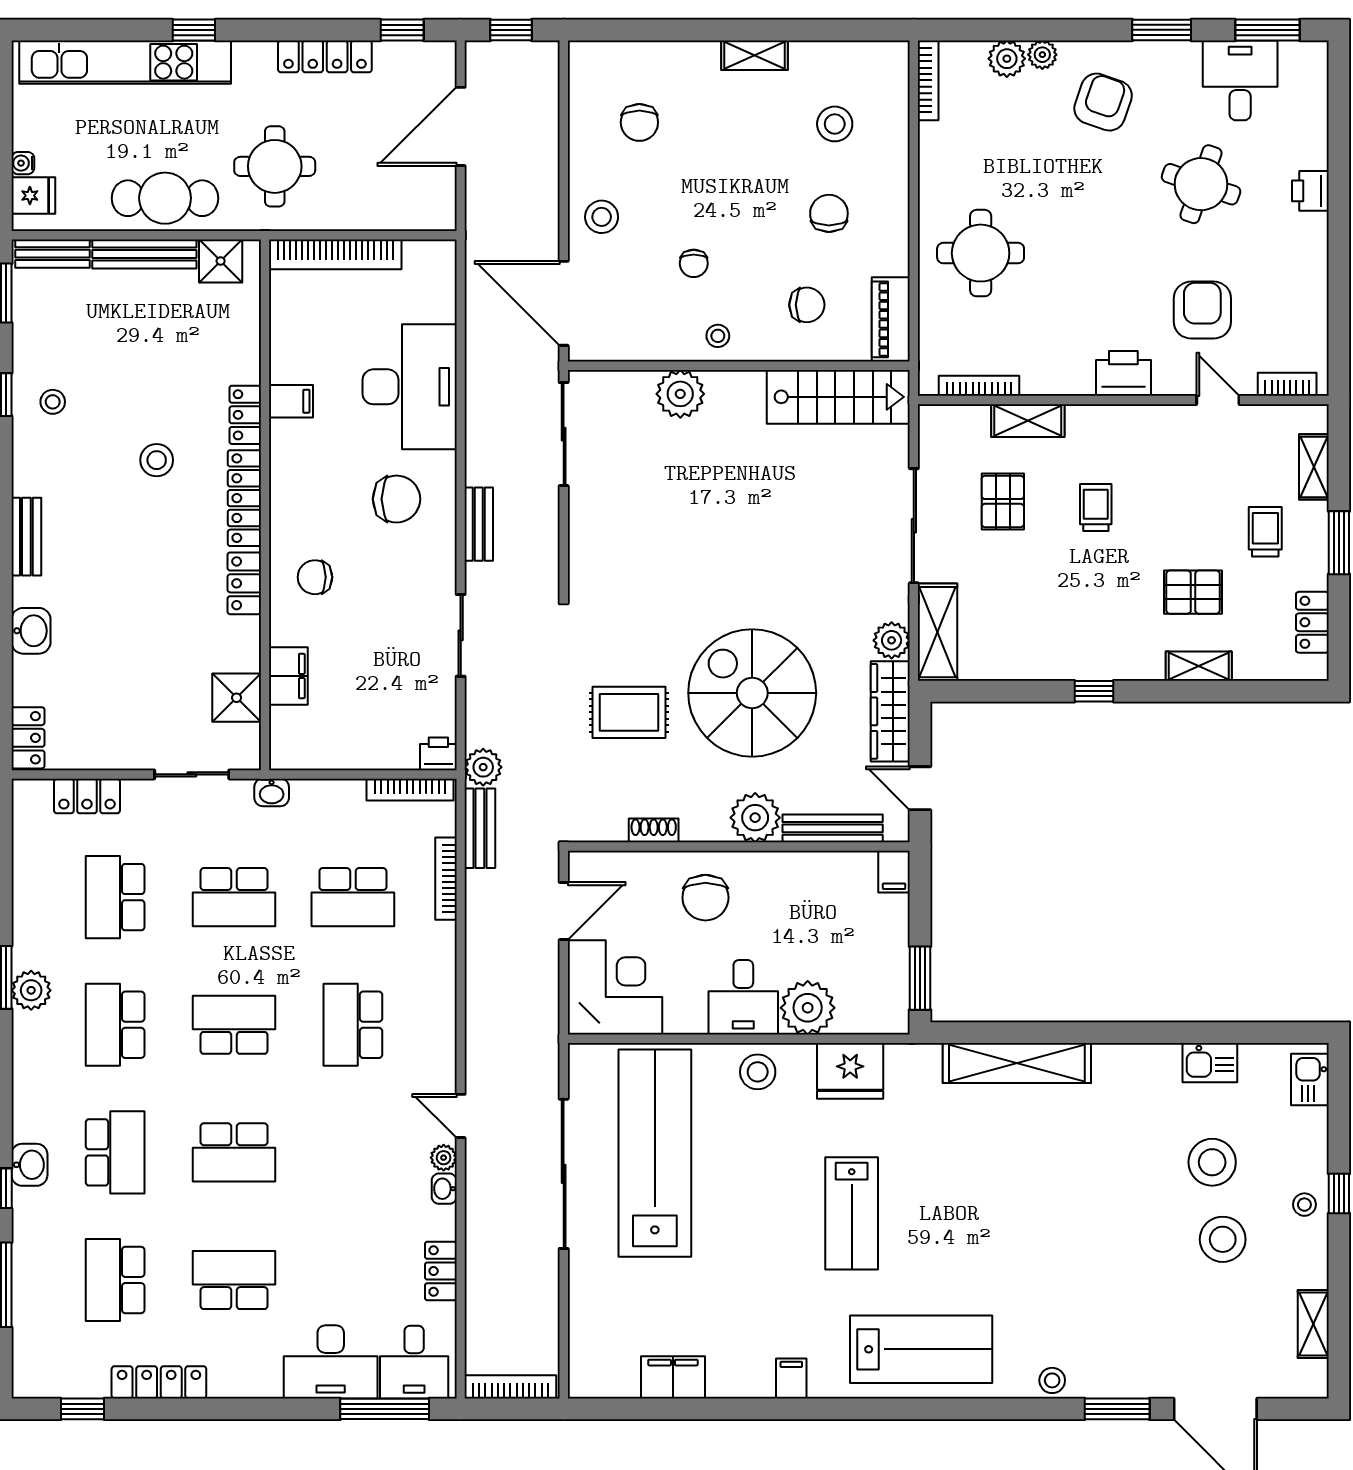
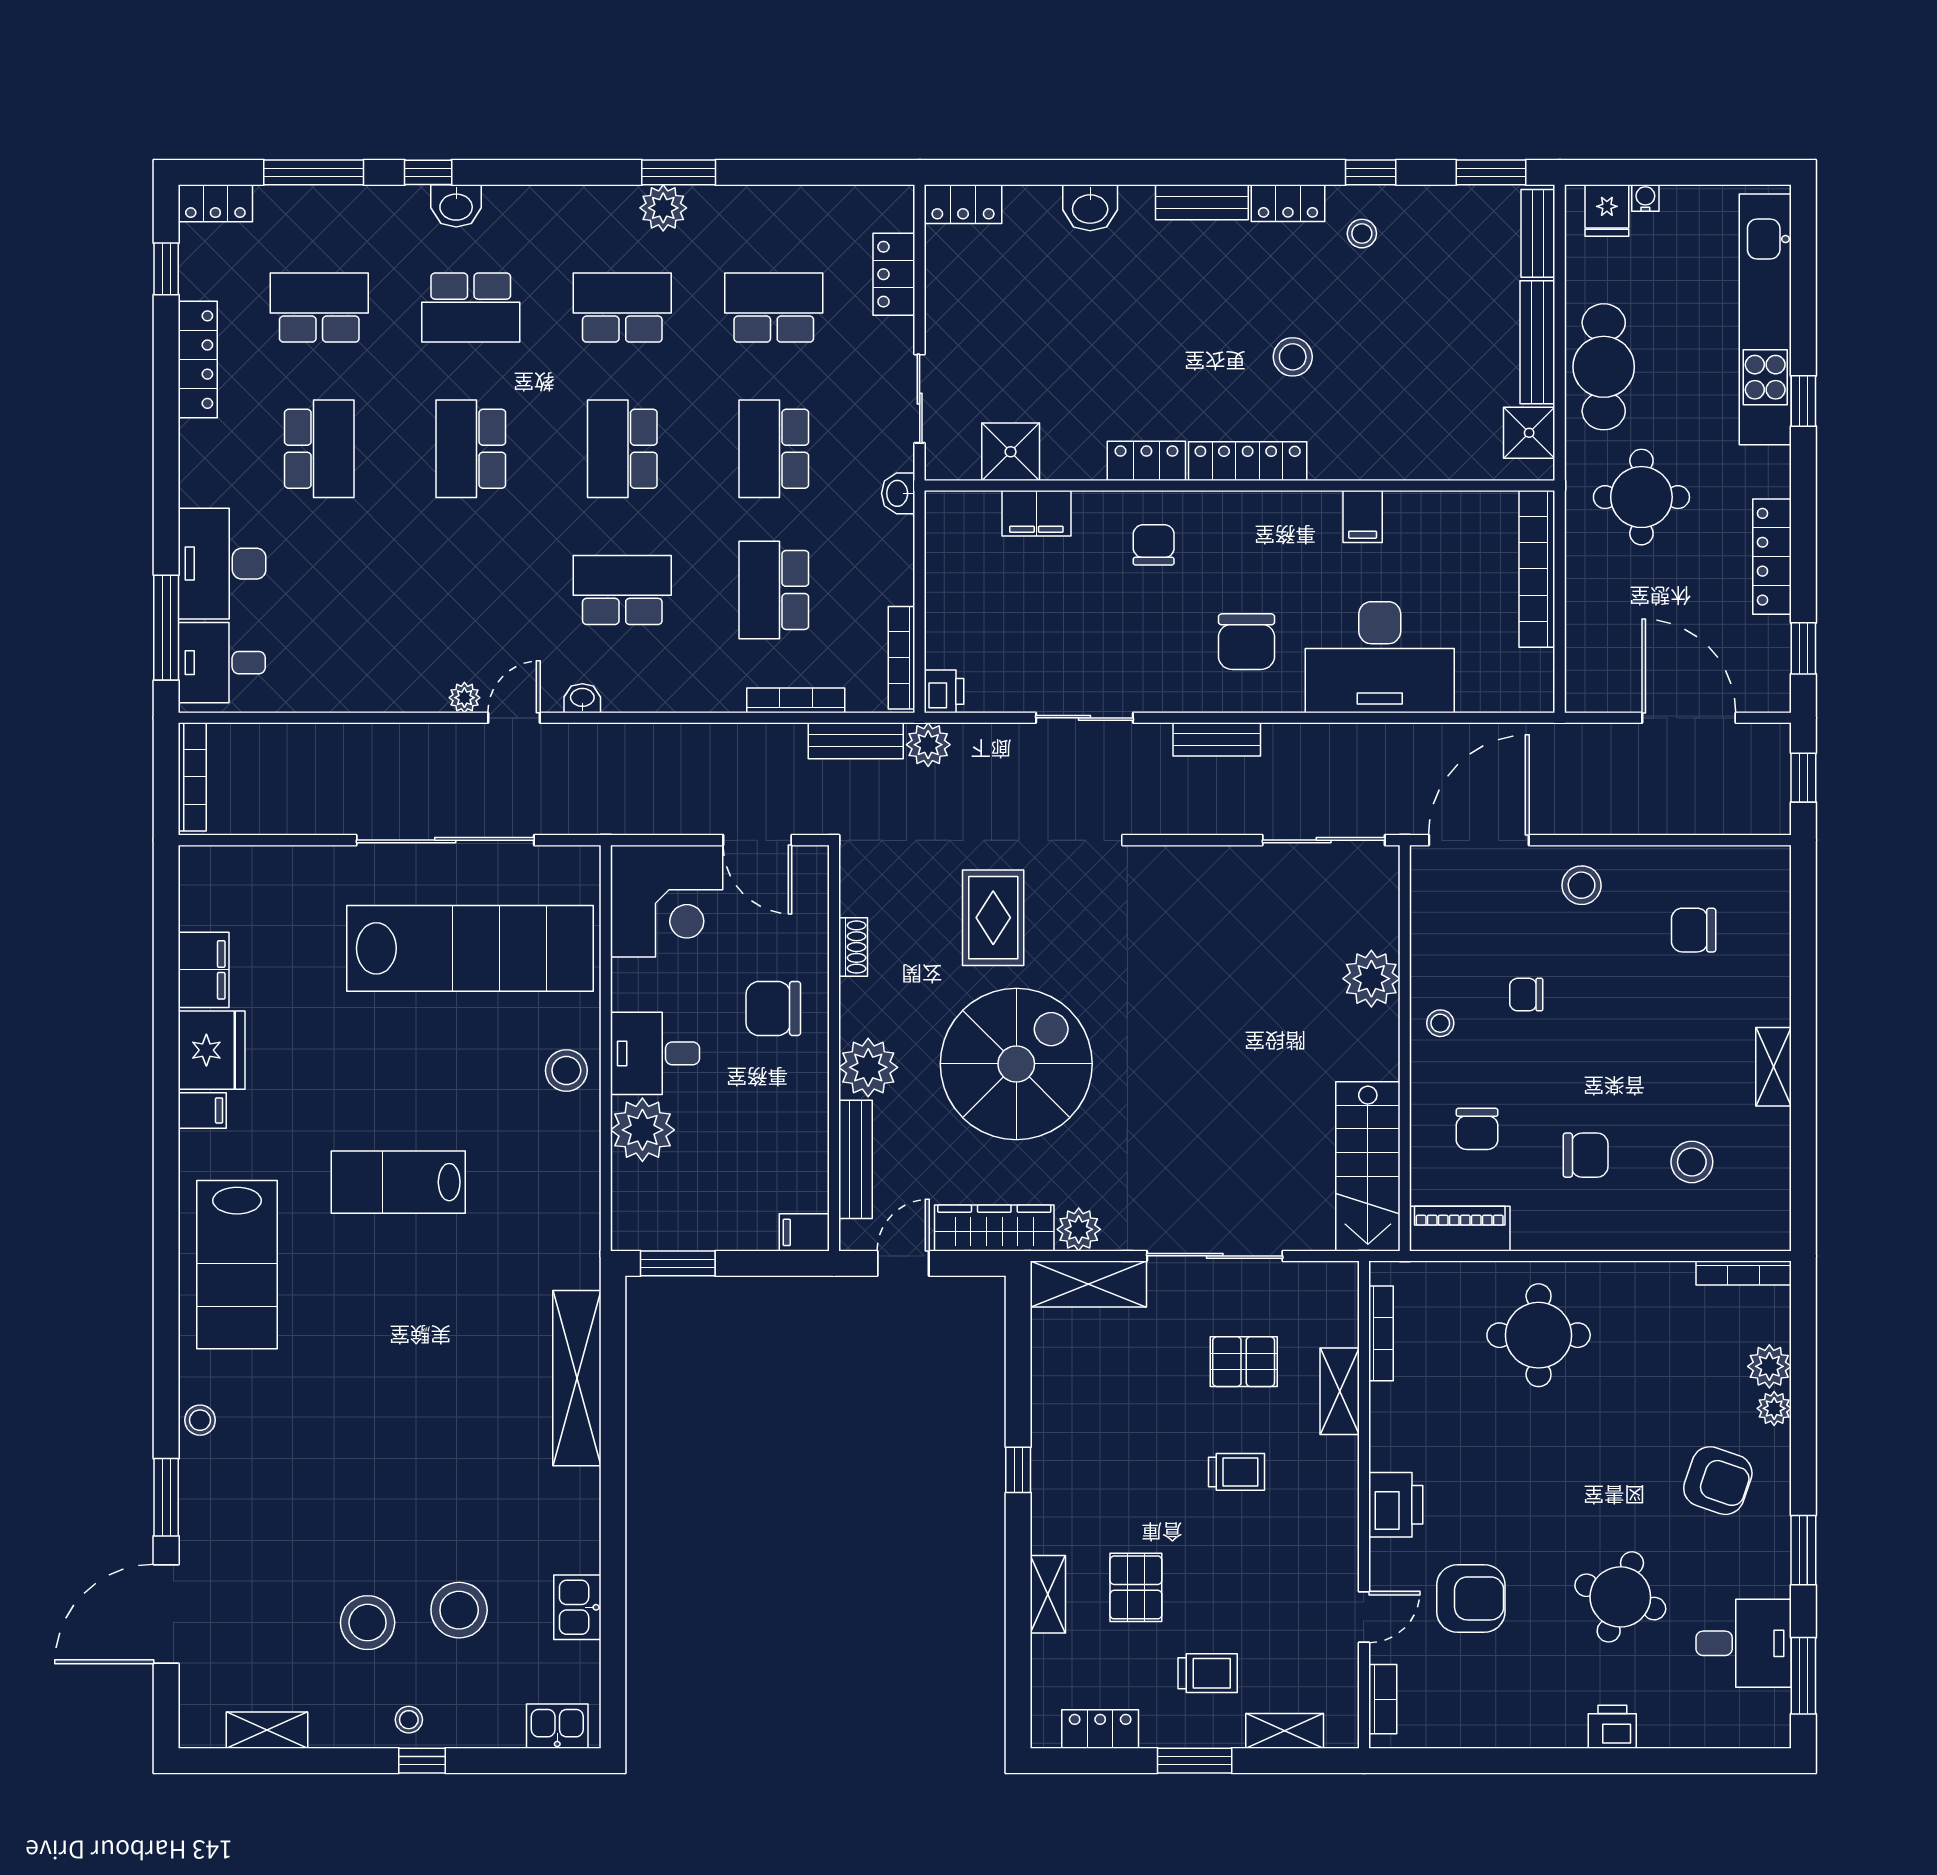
locker: (245, 415) -> (1288, 203), moved, turned 180
school desk: (234, 1025) -> (622, 449), turned 180
fridge: (850, 1071) -> (212, 1050), moved, turned 180
washbasin: (444, 1189) -> (582, 698), moved
locker: (441, 1271) -> (215, 203), moved, turned 180

